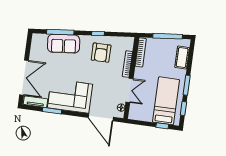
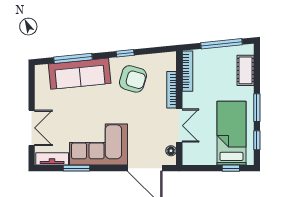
sofa: (64, 44) -> (80, 74), width x1.36
armchair: (101, 53) -> (133, 79), turned -74
double door: (24, 78) -> (32, 128), width x0.73

